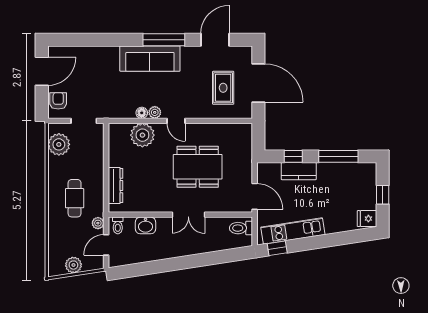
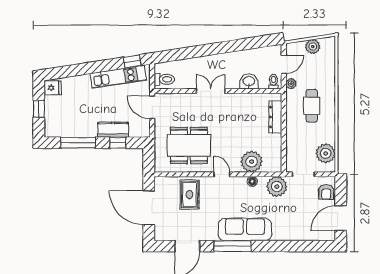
rug: (223, 88) -> (190, 195), moved
plant: (155, 112) -> (277, 187), moved, width x1.88, depth x1.88
dining table: (198, 167) -> (189, 145), moved

